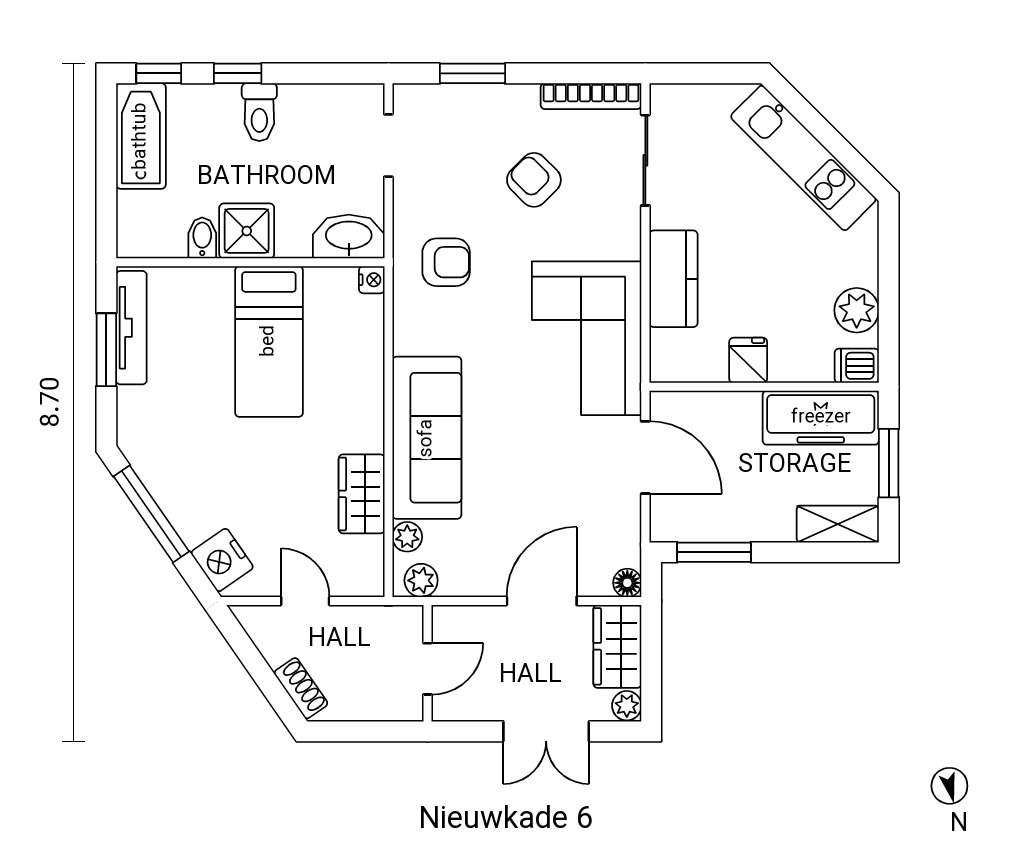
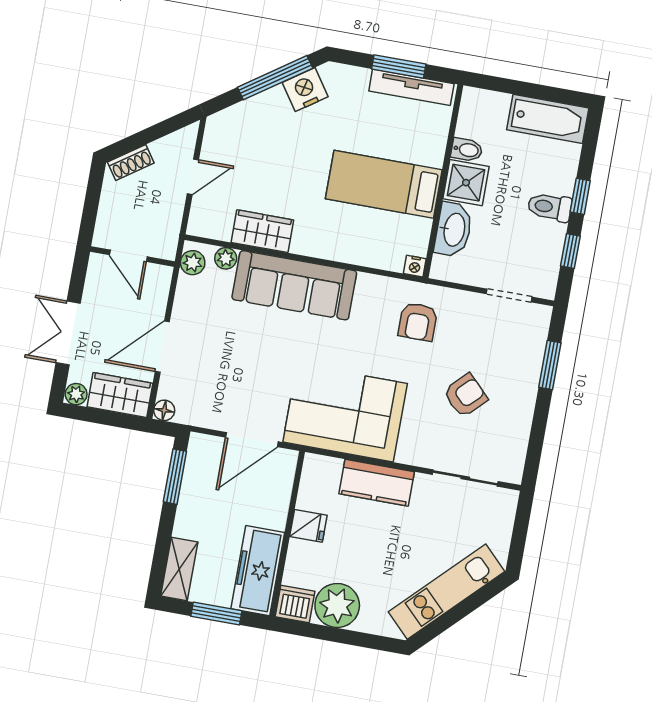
window: (159, 73) -> (570, 251), moved
bookcase: (591, 96) -> (518, 447), removed
washbasin: (349, 236) -> (453, 230), moved
plant: (857, 310) -> (337, 605), width x1.36, depth x1.36
dishwasher: (857, 366) -> (295, 604), width x1.38
nightstand: (222, 560) -> (305, 90), moved
door: (542, 601) -> (162, 347), swing flipped

